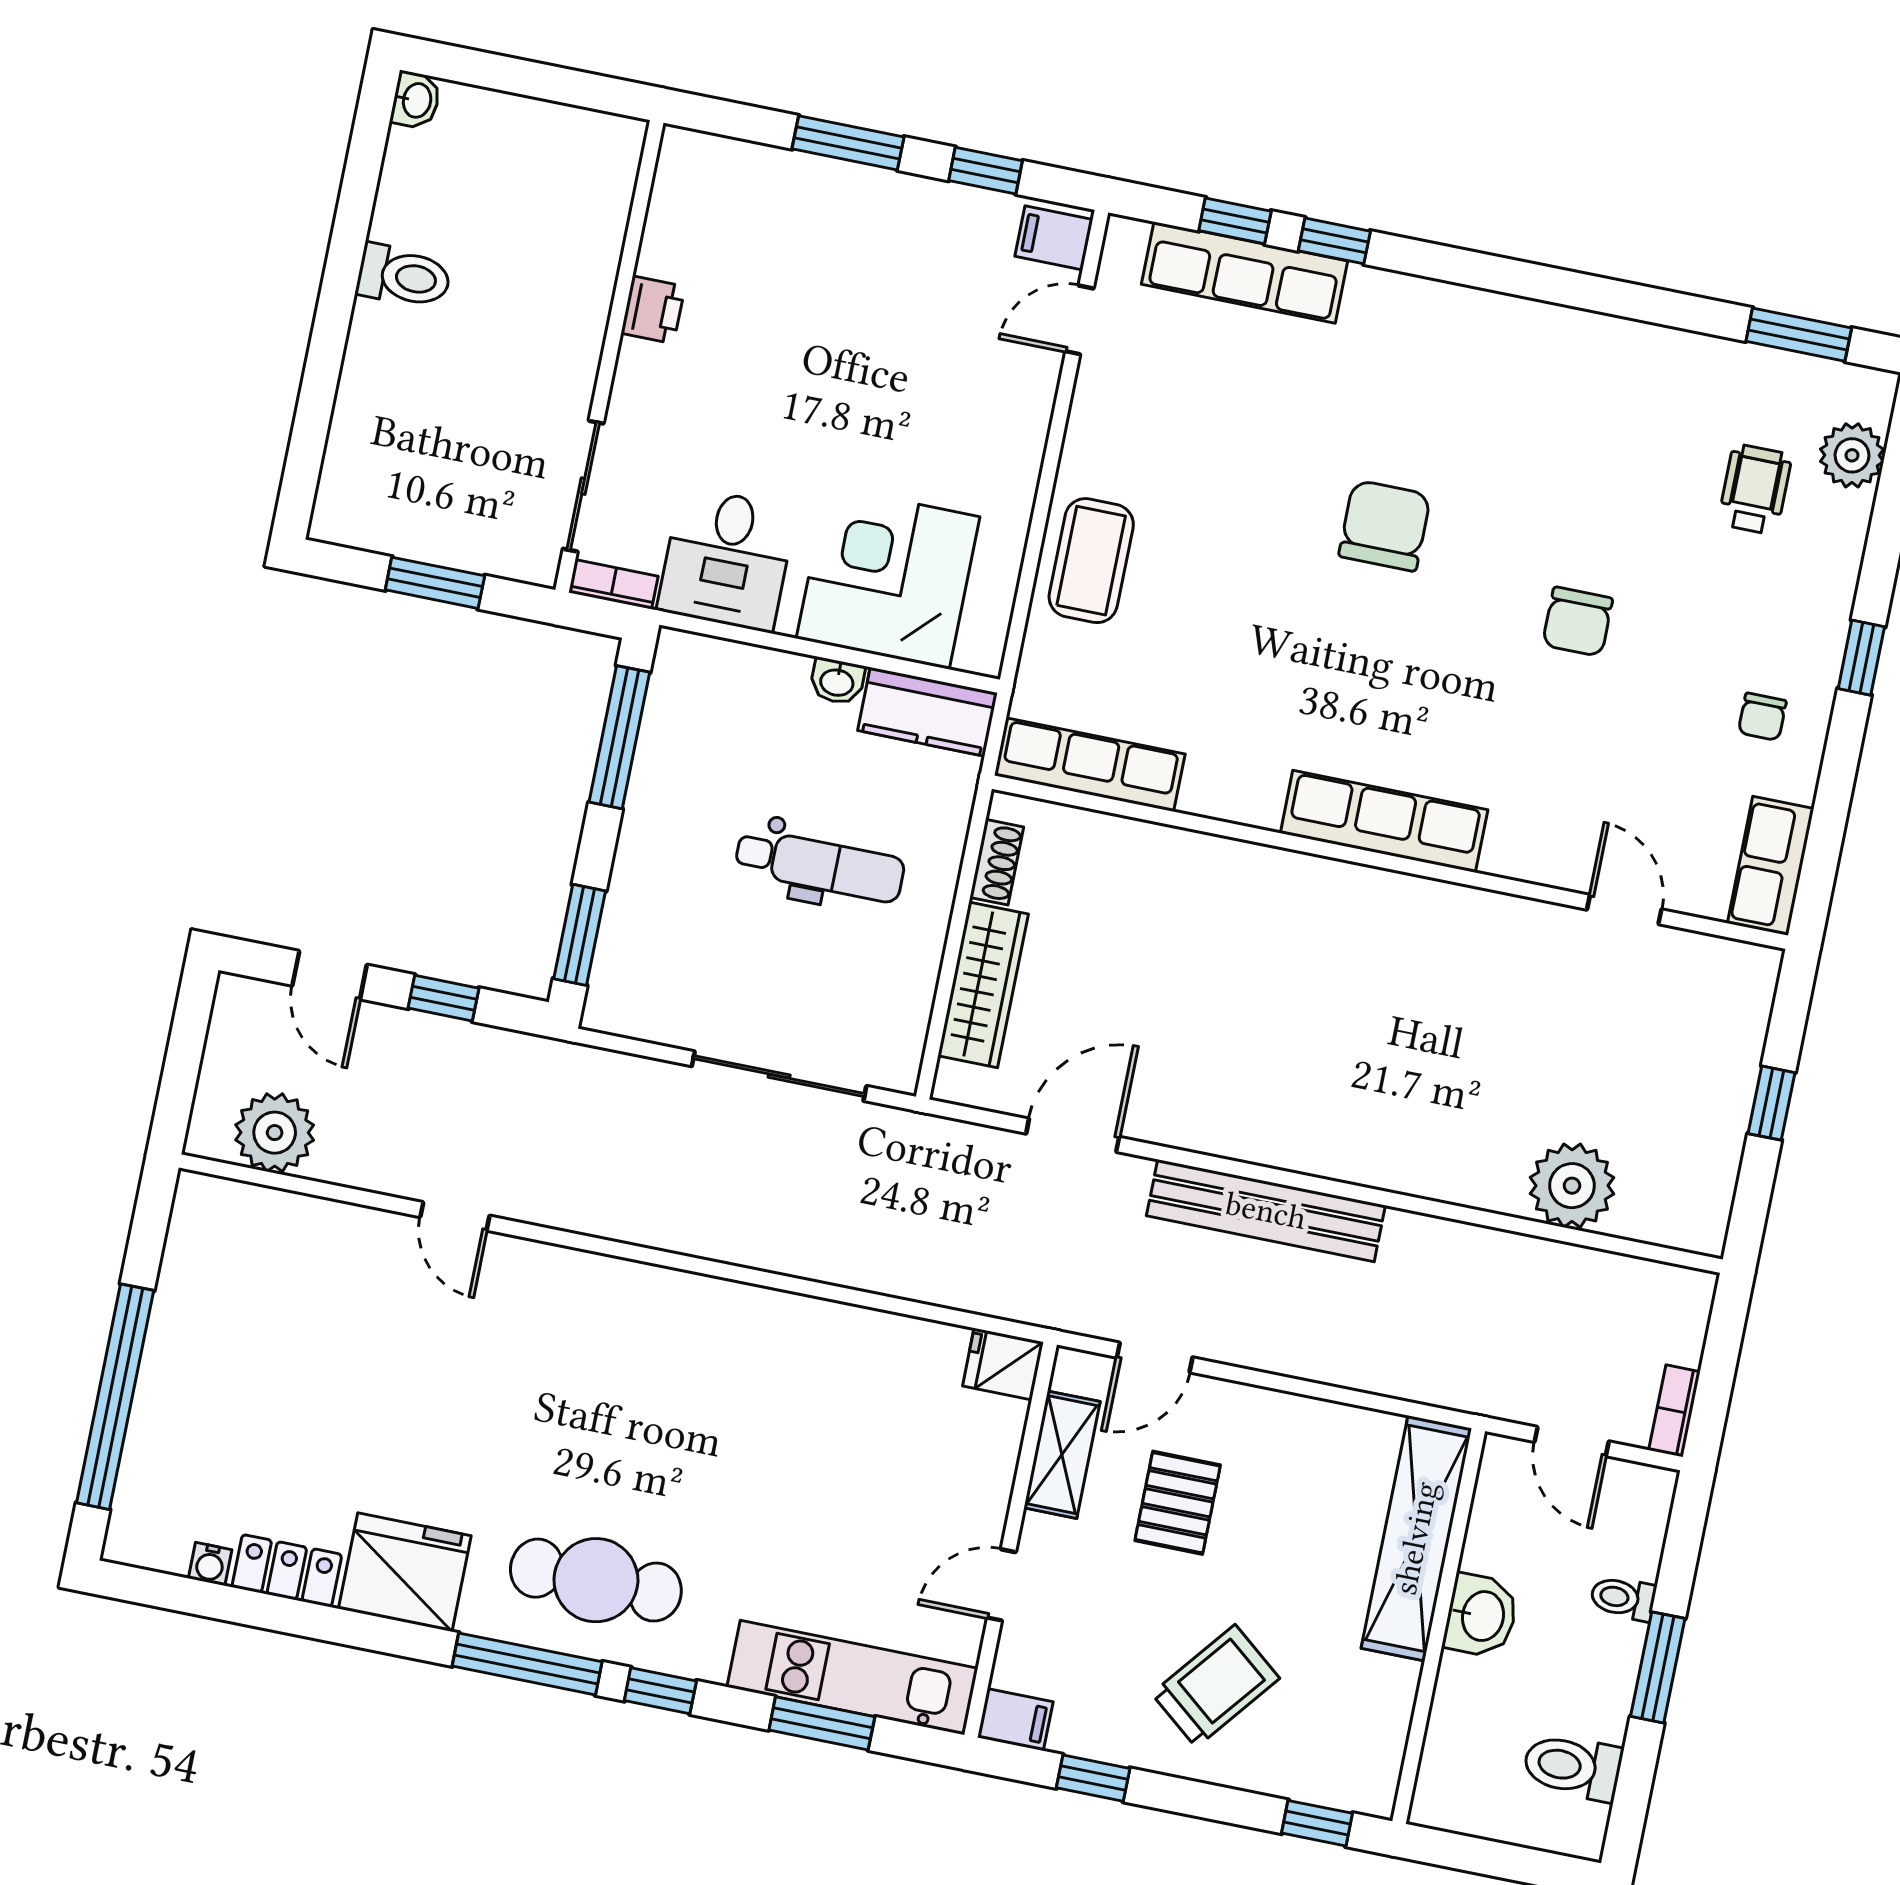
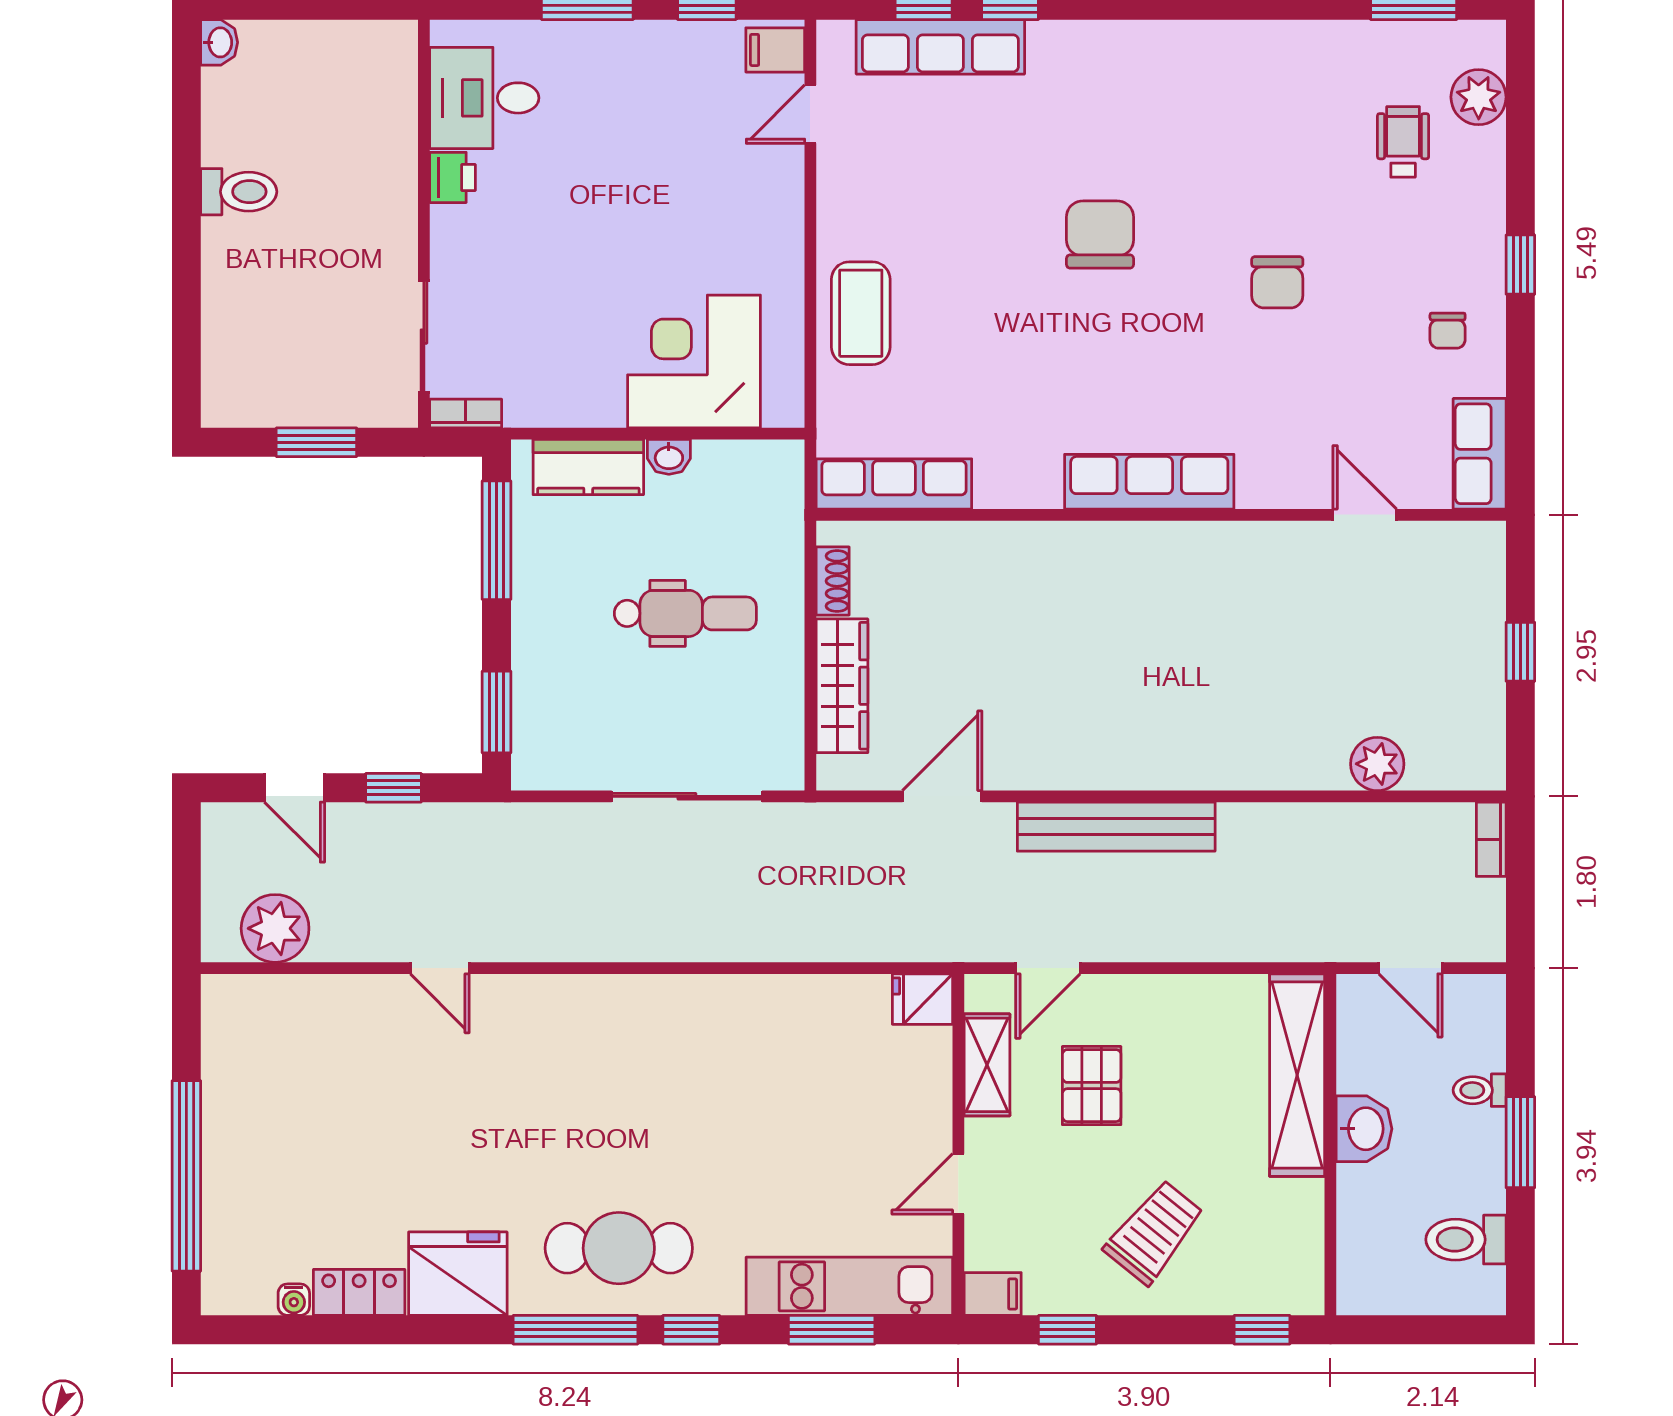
desk: (727, 559) -> (484, 98), moved, turned 90
kitchen counter: (927, 712) -> (588, 467), moved
plant: (1572, 1186) -> (1377, 764), width x0.73, depth x0.73
bookcase: (1675, 1411) -> (1491, 839), moved

